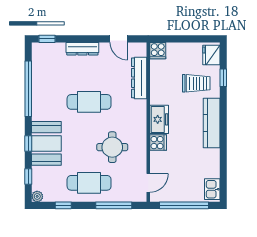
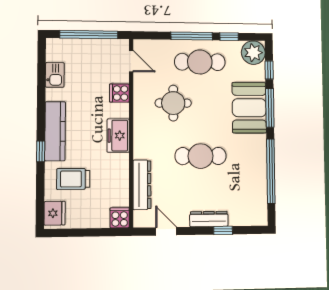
window: (47, 39) -> (223, 230), moved
window: (223, 78) -> (41, 151), moved
window: (28, 143) -> (270, 108), width x2.17
cooker: (158, 143) -> (119, 93), moved
door: (148, 183) -> (131, 61), swing flipped
kitchen sink: (212, 189) -> (55, 75), moved
plant: (37, 196) -> (253, 53), width x1.87, depth x1.87
window: (114, 205) -> (192, 36), moved

